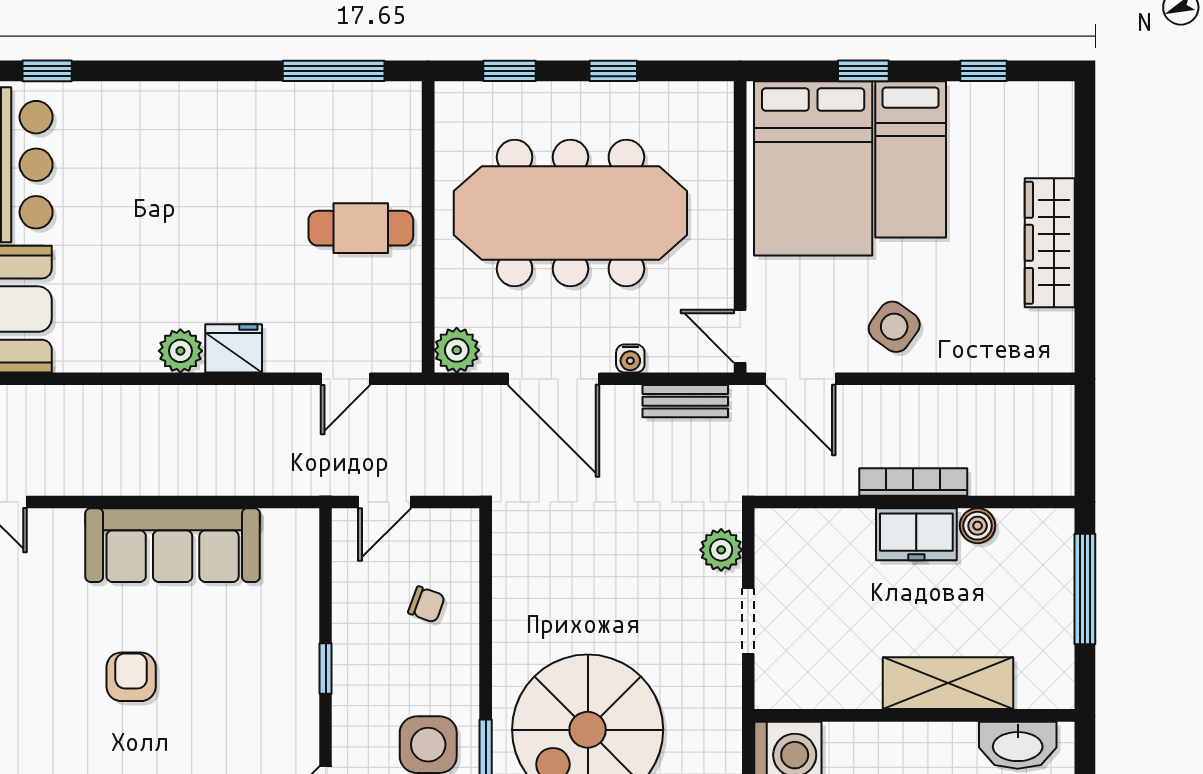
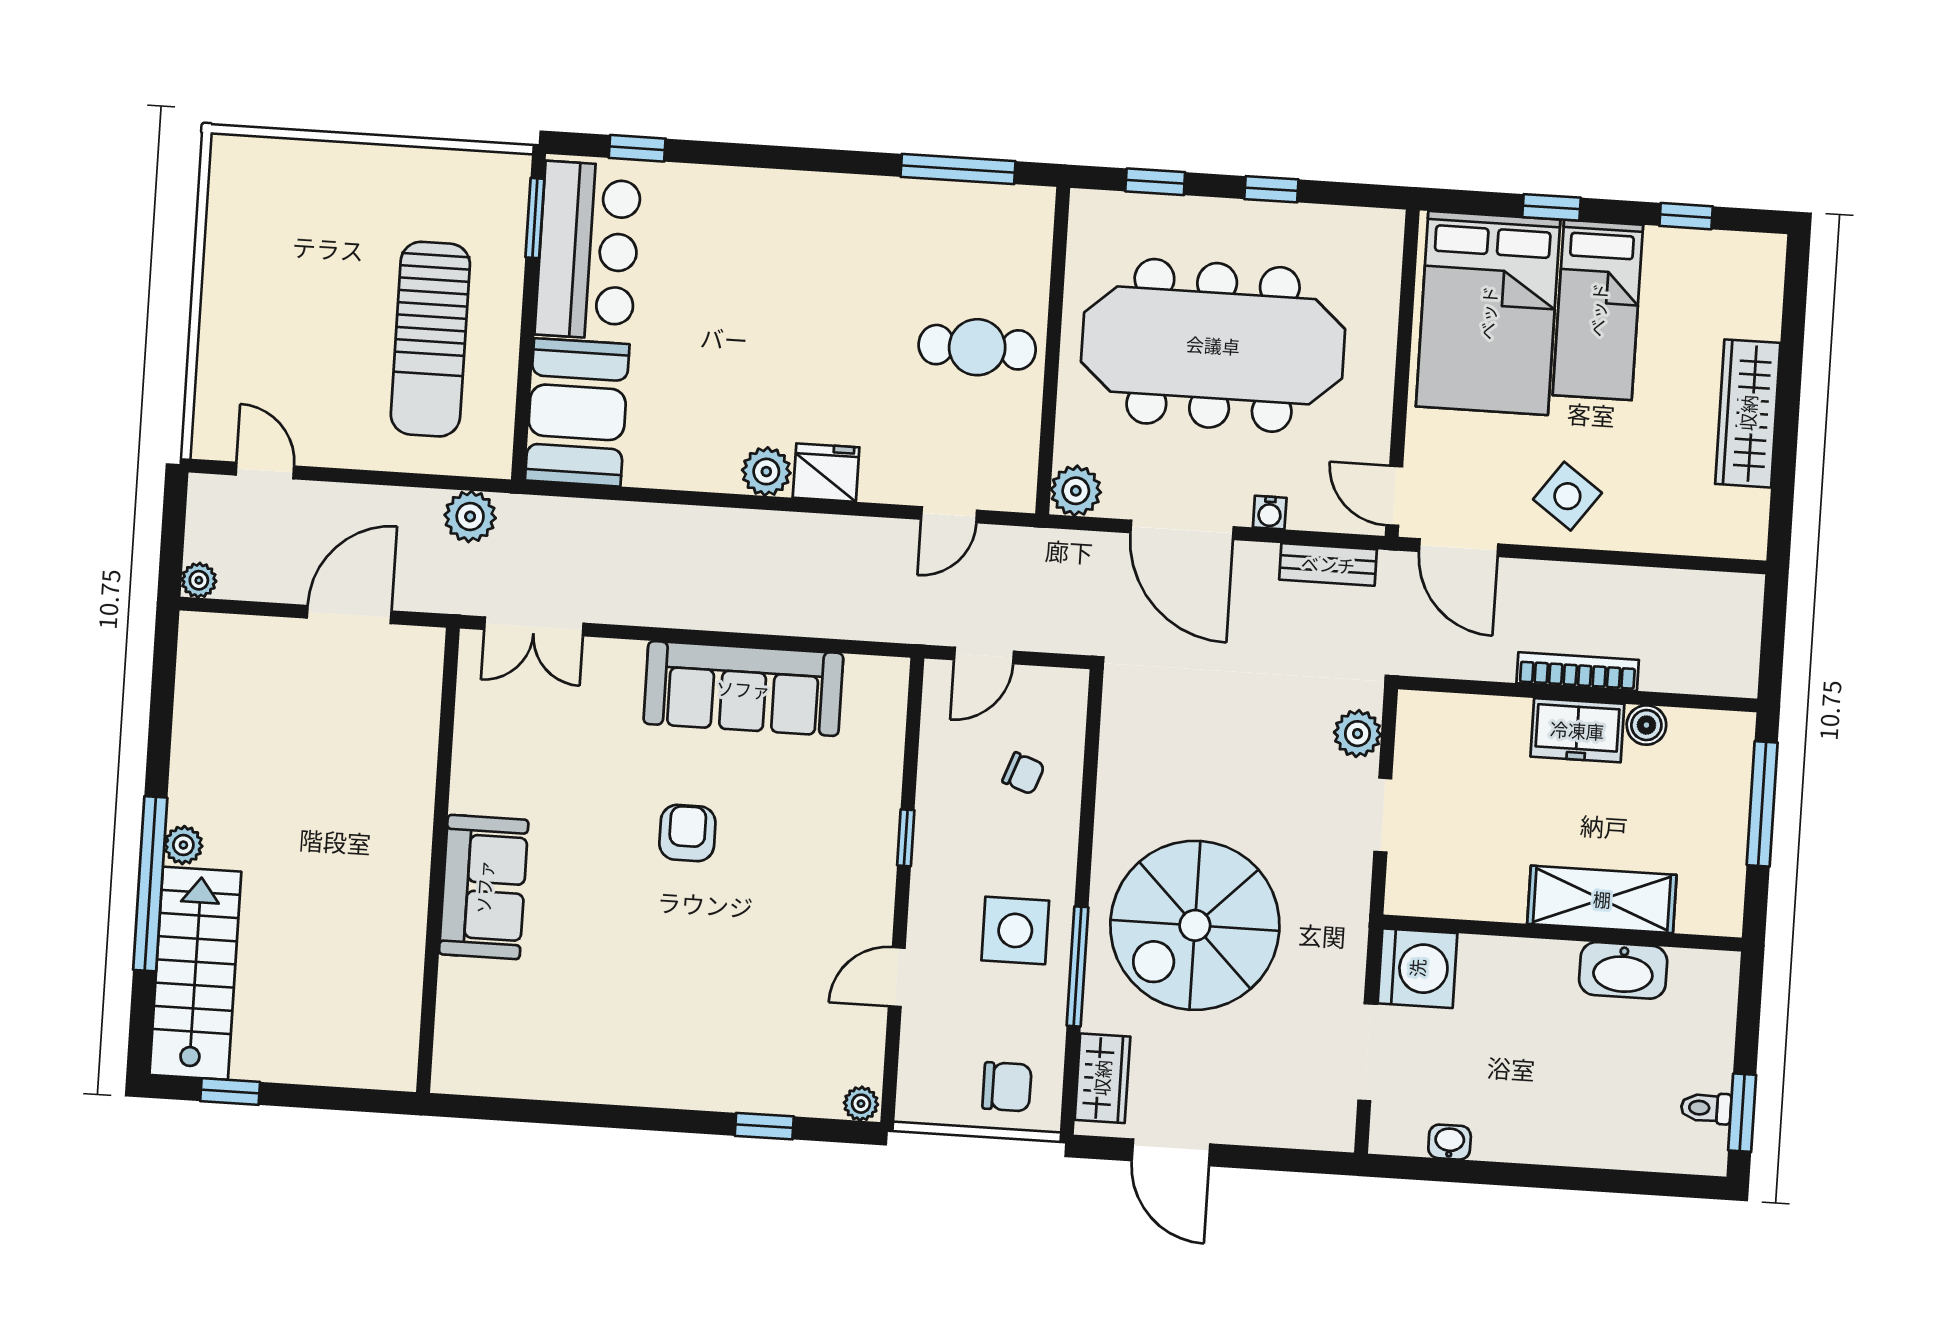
washbasin: (1018, 745) -> (1623, 970), moved

